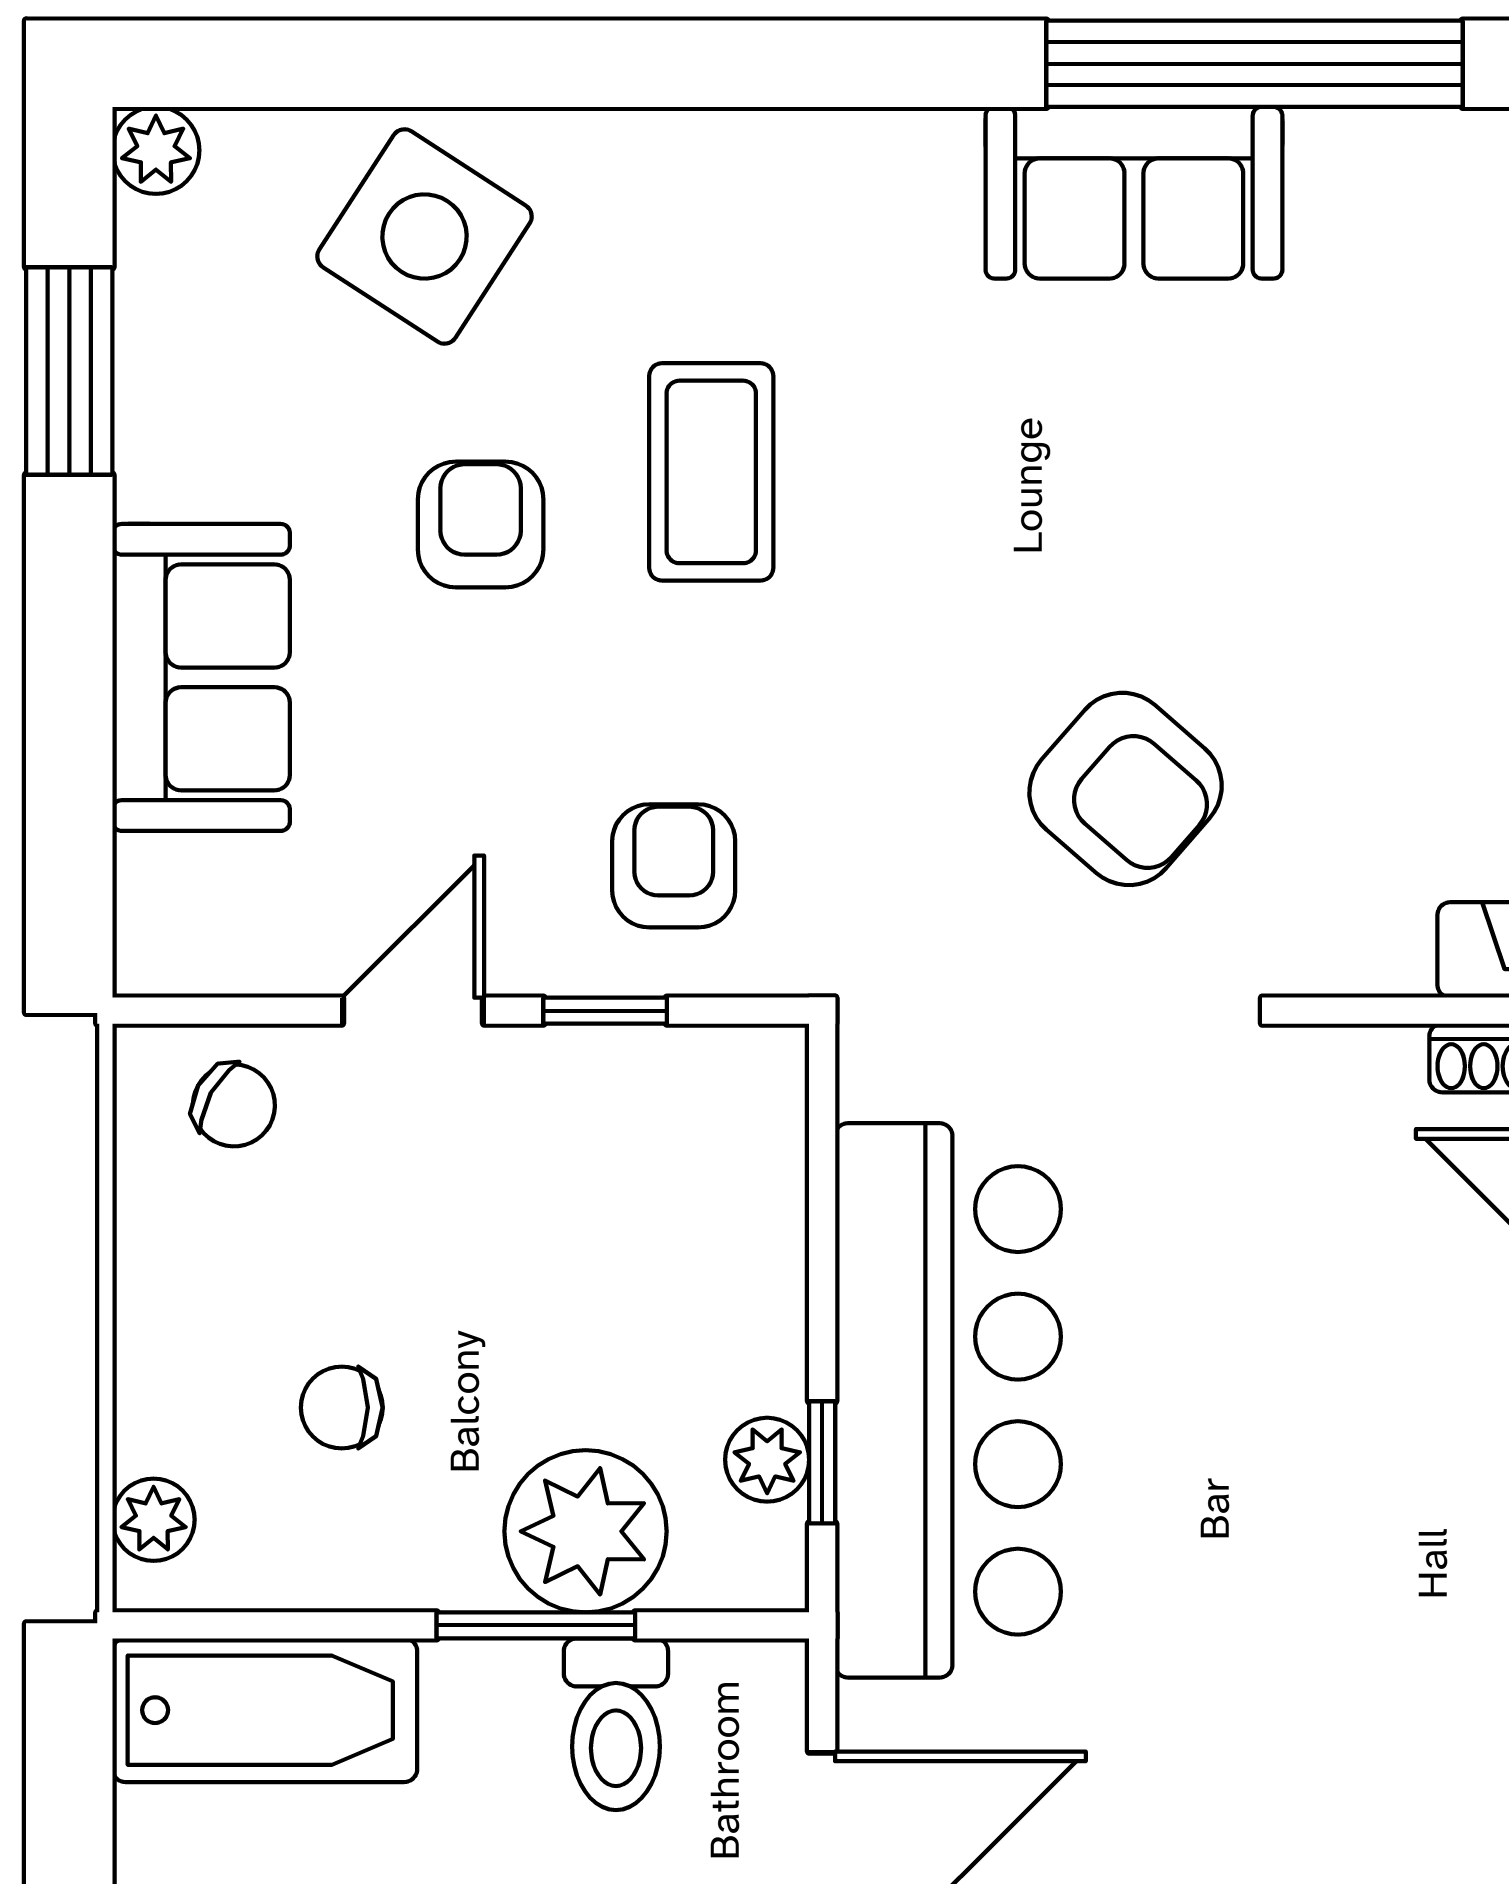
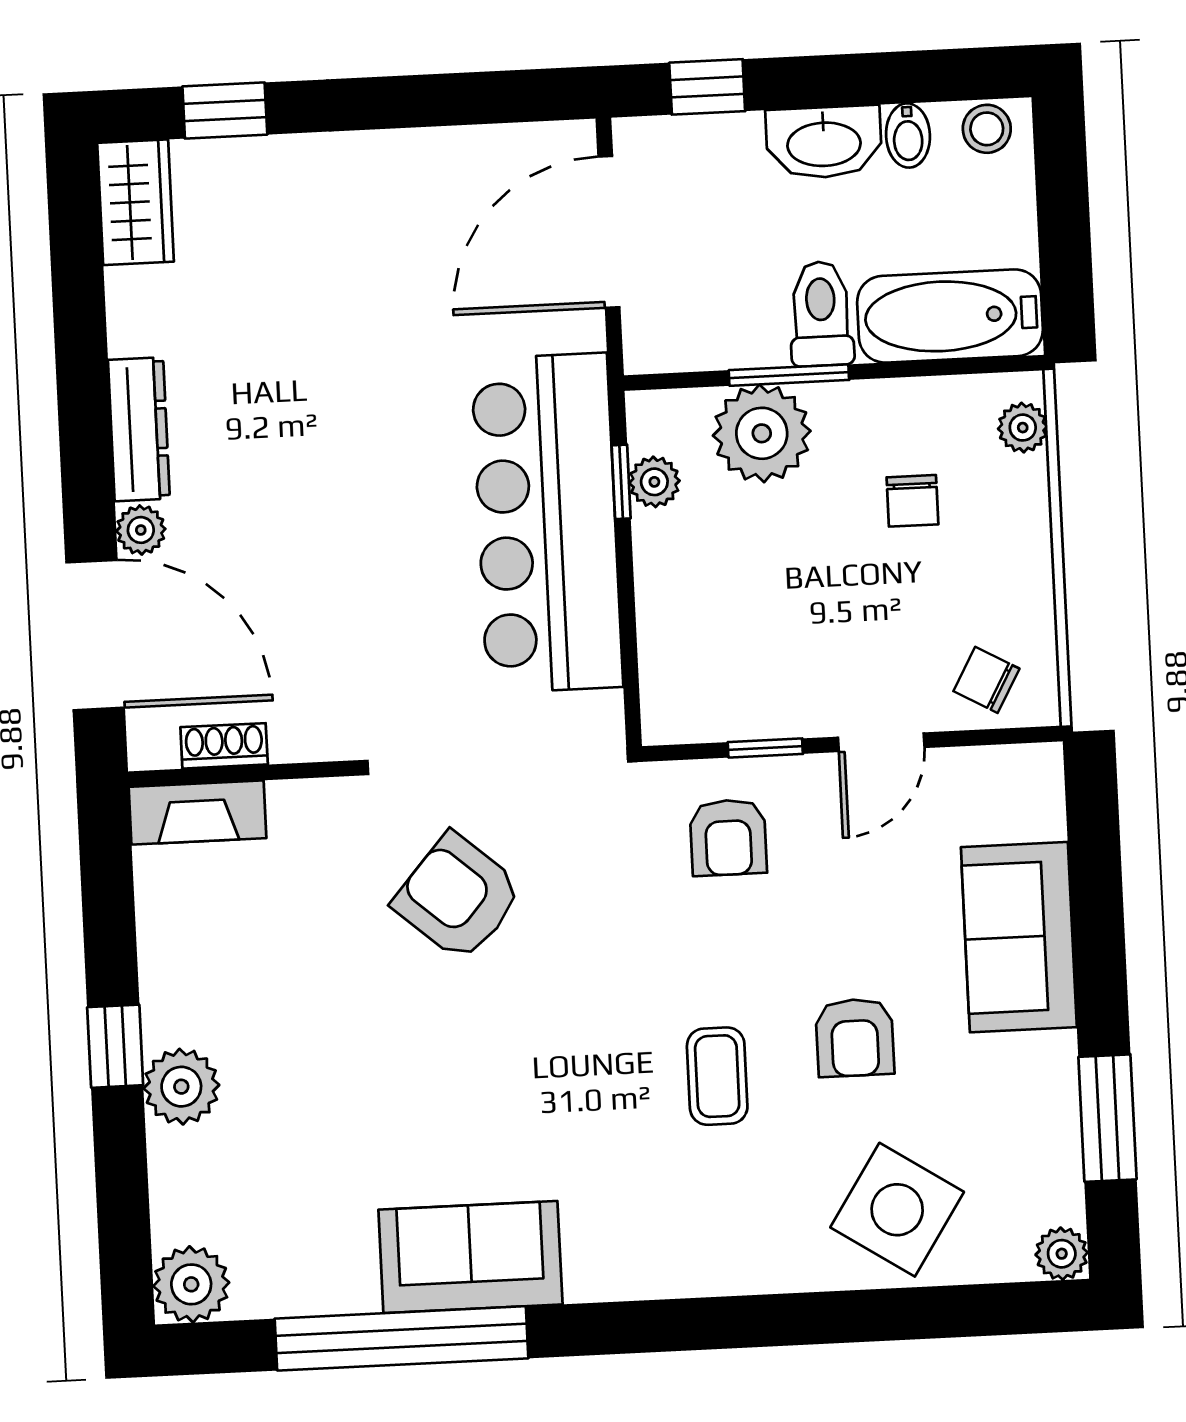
coffee table: (711, 472) -> (717, 1076), width x0.73, depth x0.77
chair: (342, 1408) -> (912, 501), turned 90
toilet: (616, 1724) -> (821, 314), moved

